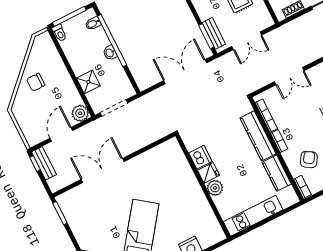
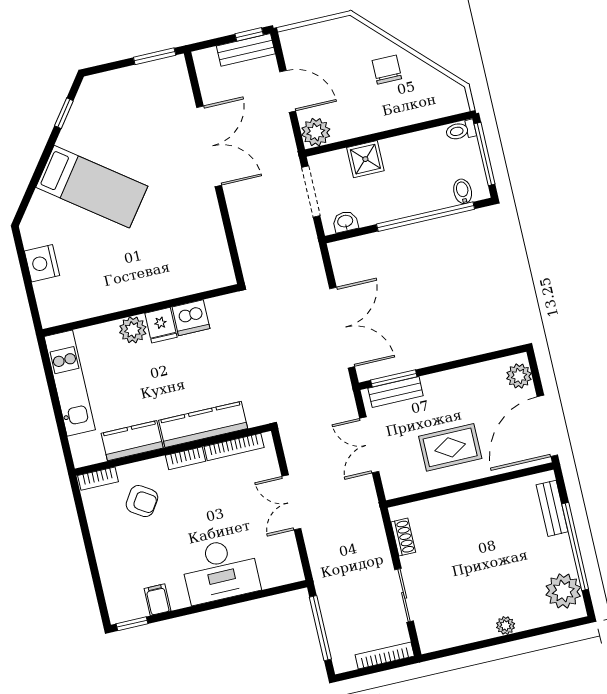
washbasin: (110, 53) -> (345, 222), moved

